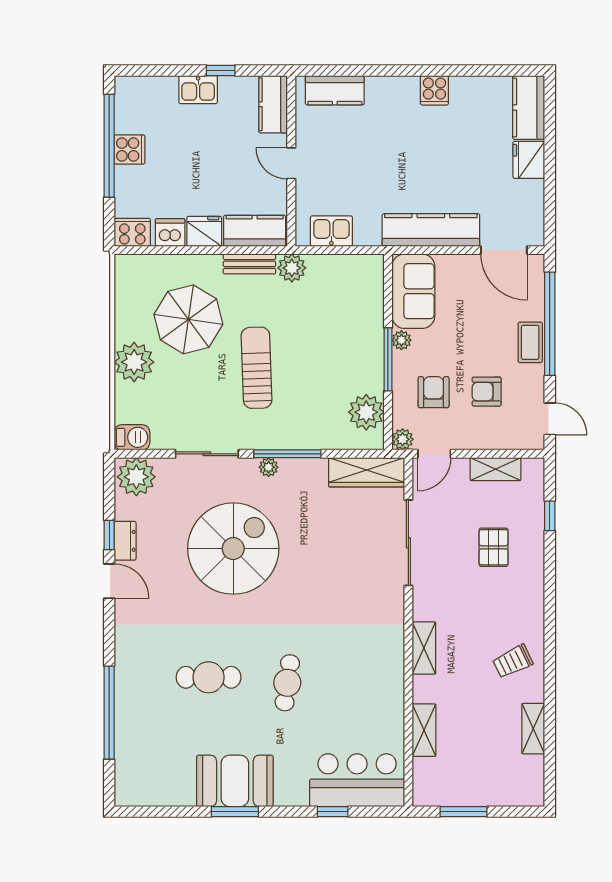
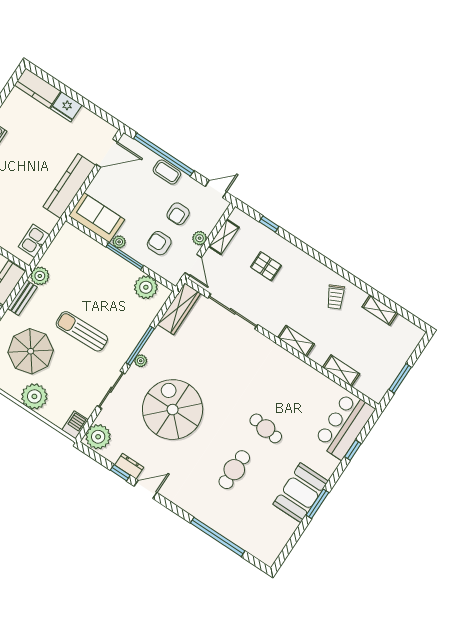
plant: (403, 439) -> (200, 238), moved

